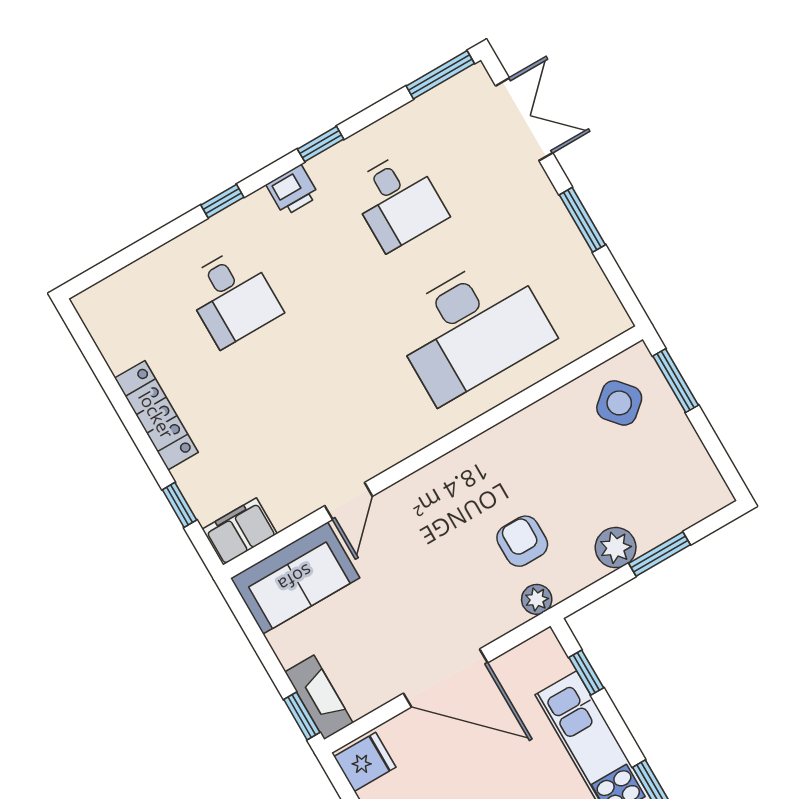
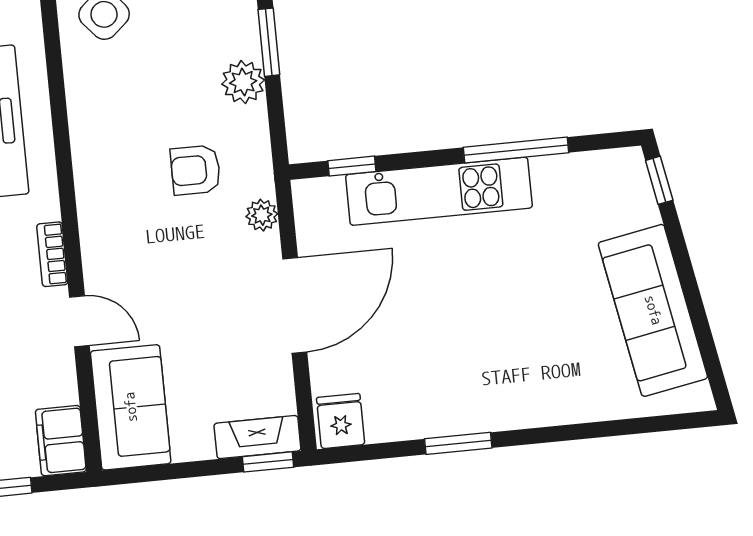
bookcase: (395, 452) -> (52, 254), added
plant: (537, 599) -> (262, 215), moved

